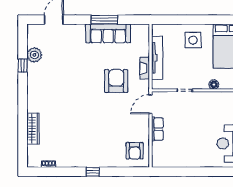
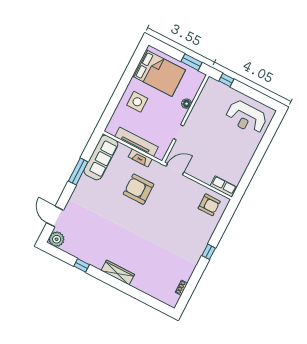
sofa: (108, 33) -> (101, 157), moved
plant: (34, 55) -> (57, 239), moved
door: (150, 104) -> (175, 169), swing flipped
wardrobe: (33, 129) -> (118, 272), moved
row of seats: (157, 129) -> (223, 186), moved

